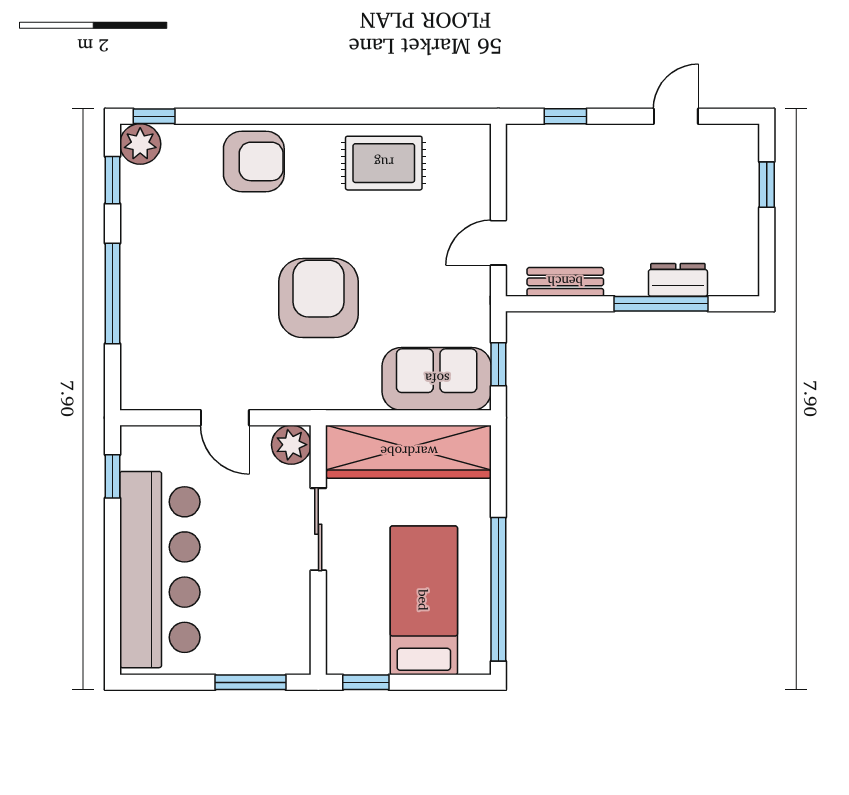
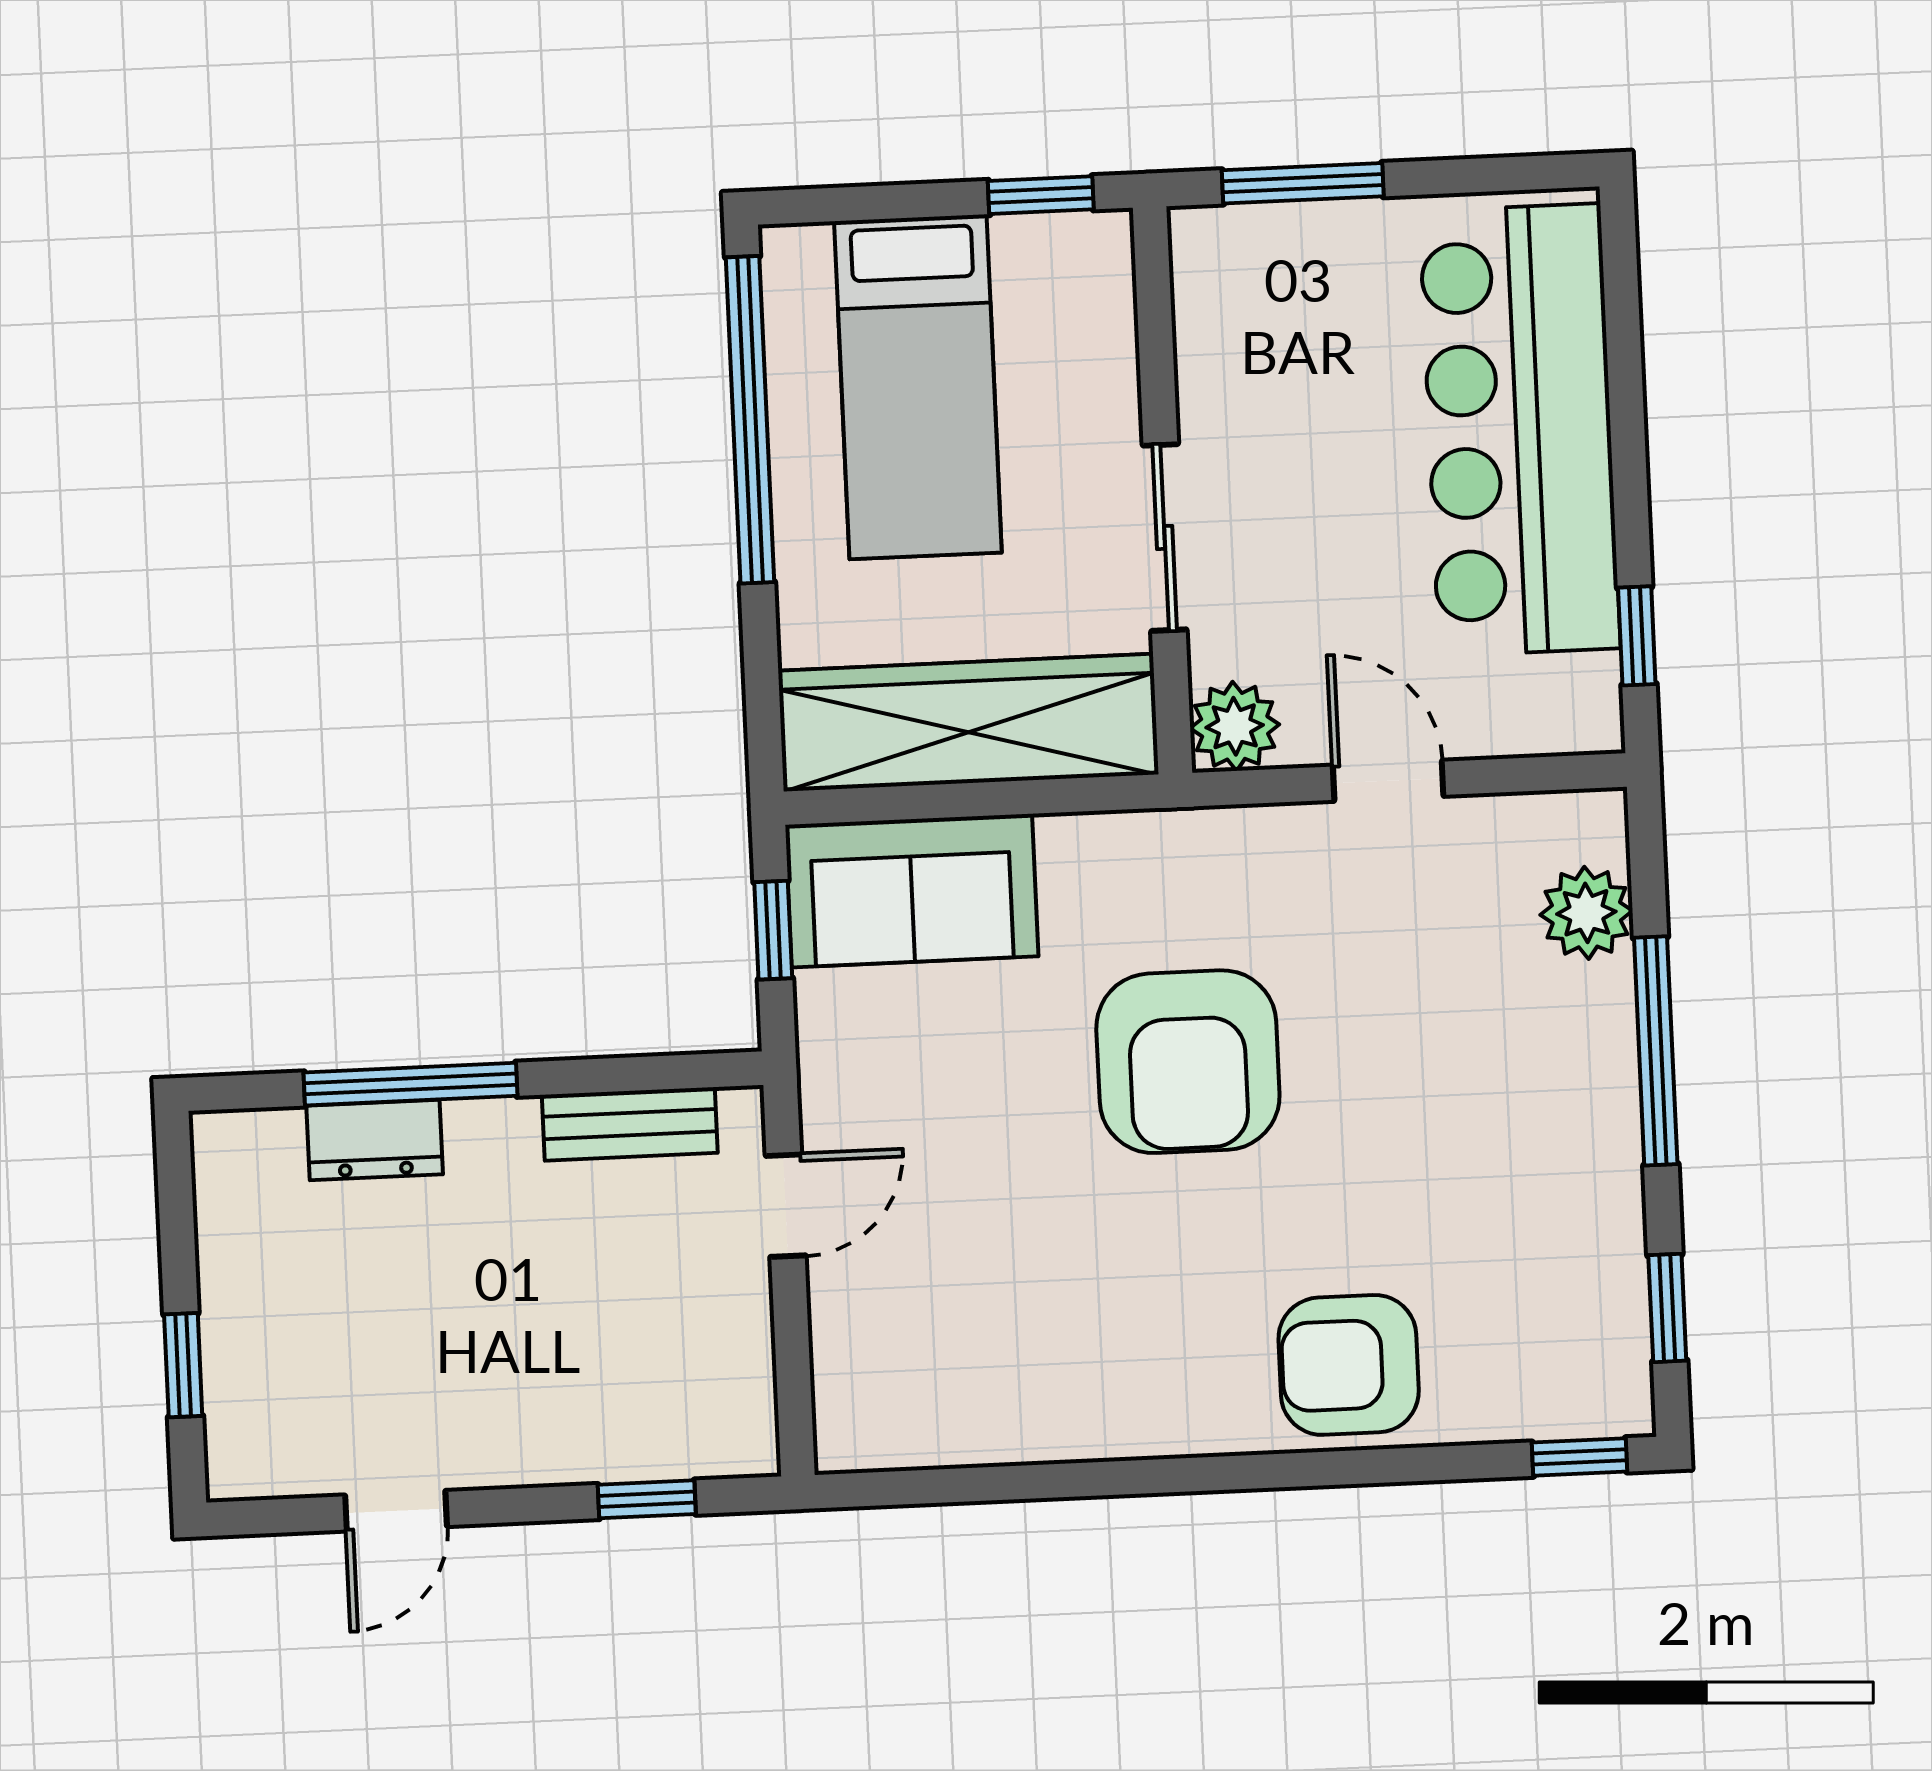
plant: (140, 144) -> (1586, 913), moved
rug: (384, 163) -> (1054, 1375), removed

